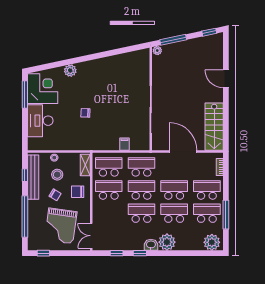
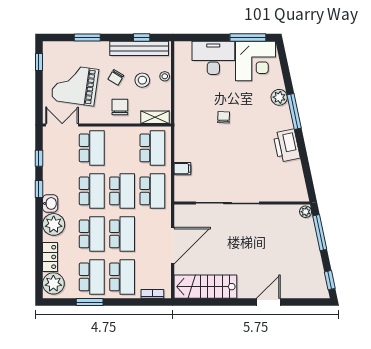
window: (81, 59) -> (294, 112), added
printer: (107, 65) -> (287, 146), added
school desk: (109, 190) -> (92, 148), moved
window: (226, 215) -> (90, 302), width x0.69
window: (25, 217) -> (87, 38), width x0.47
locker: (192, 245) -> (50, 257), added

